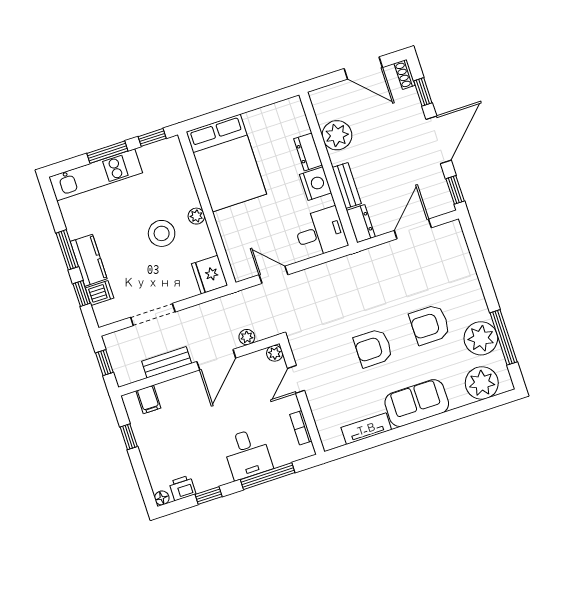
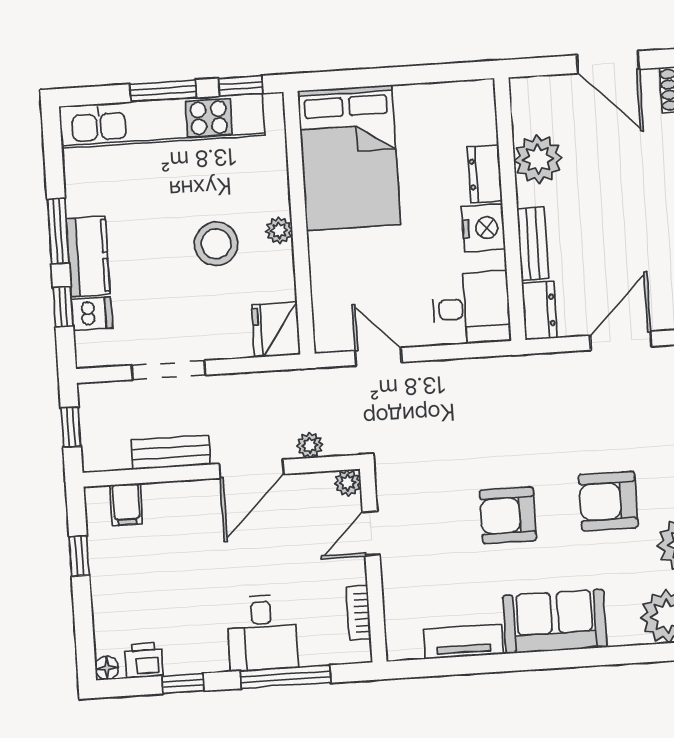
kitchen unit: (96, 175) -> (162, 121), width x1.36

